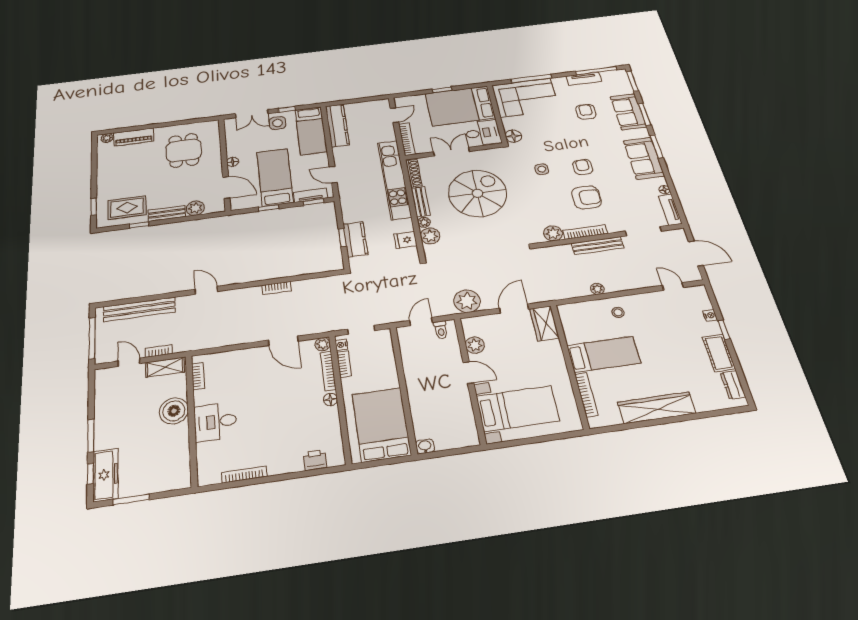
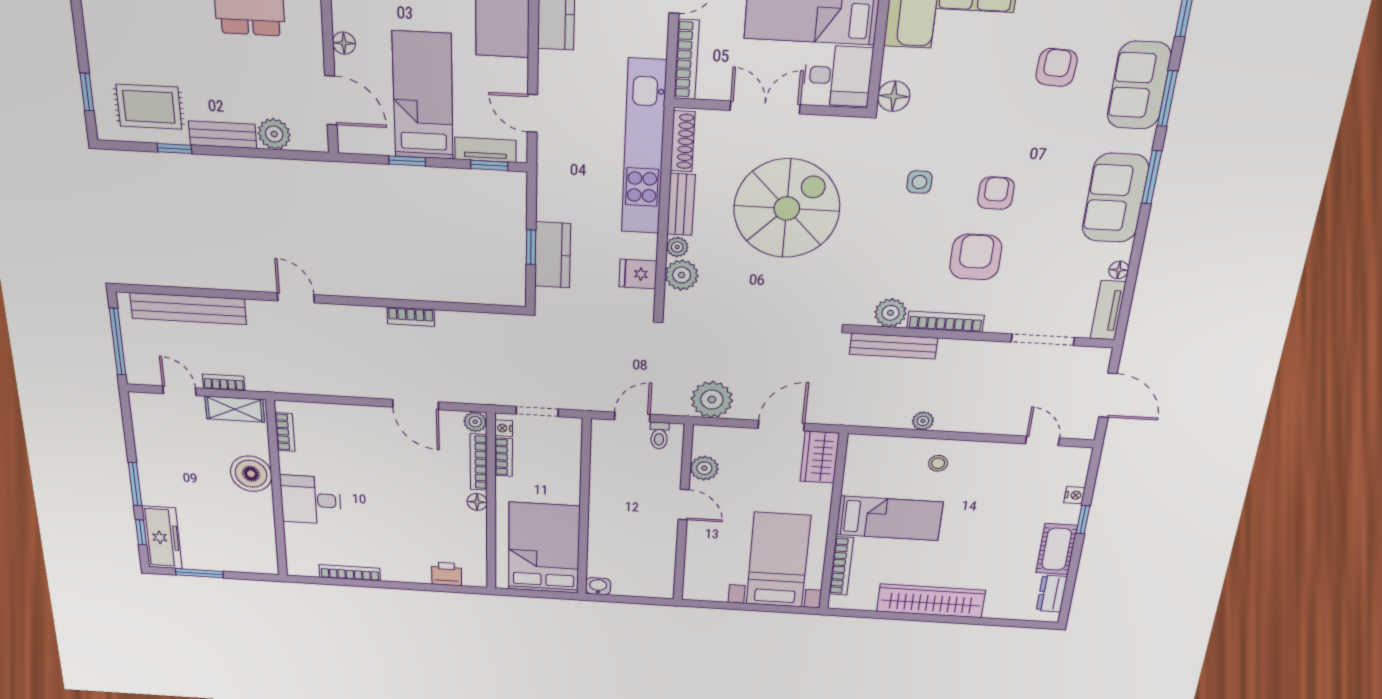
armchair: (587, 198) -> (976, 257), turned -90
bench: (598, 246) -> (893, 346), moved
bed with nightstands: (518, 408) -> (778, 560), moved, turned -90

